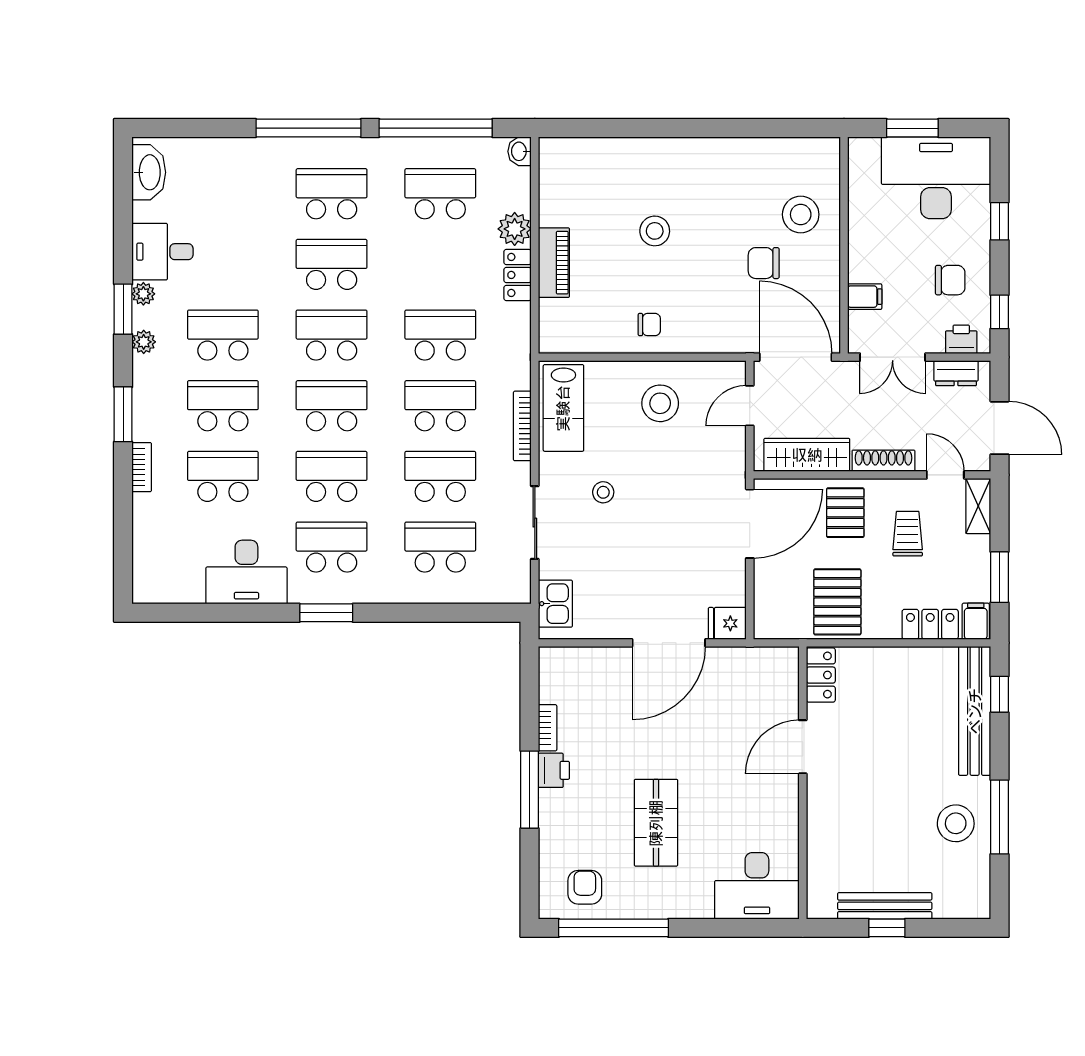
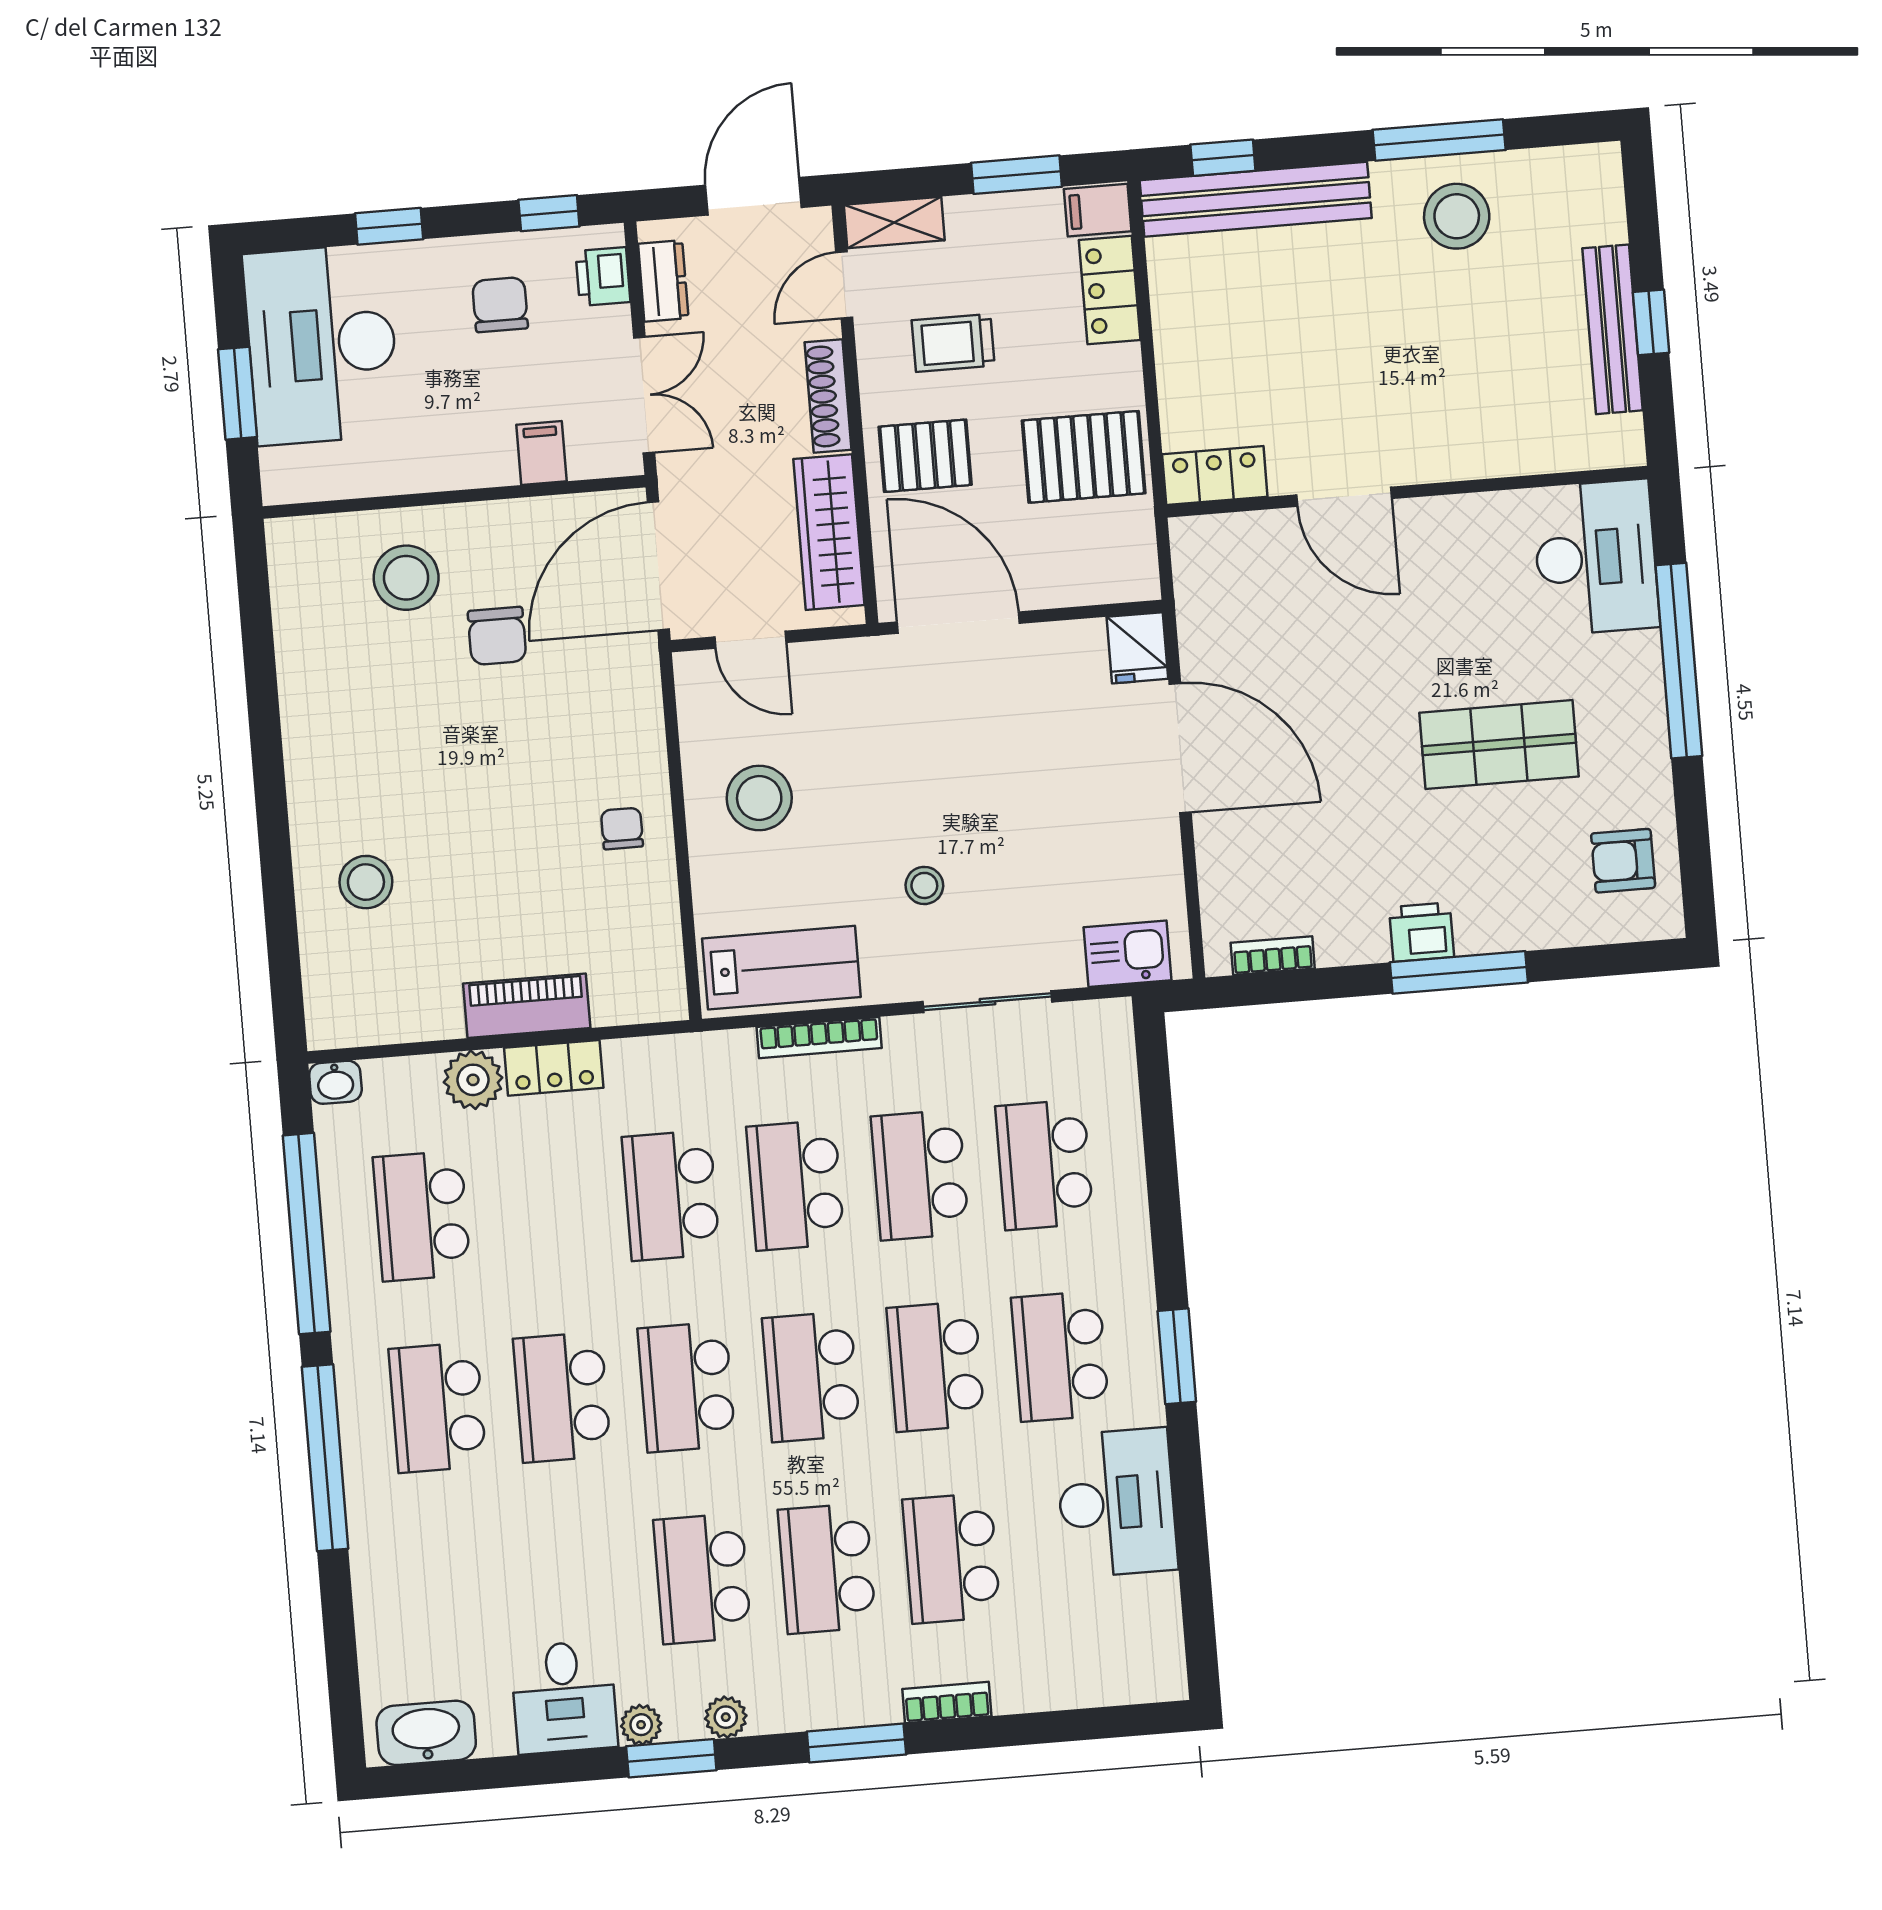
stool: (655, 231) -> (366, 882), moved
bookcase: (548, 728) -> (1273, 956), moved
window: (614, 928) -> (1679, 661), moved

